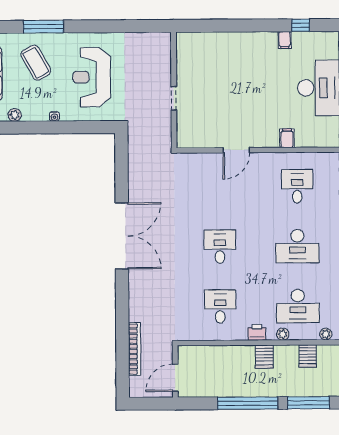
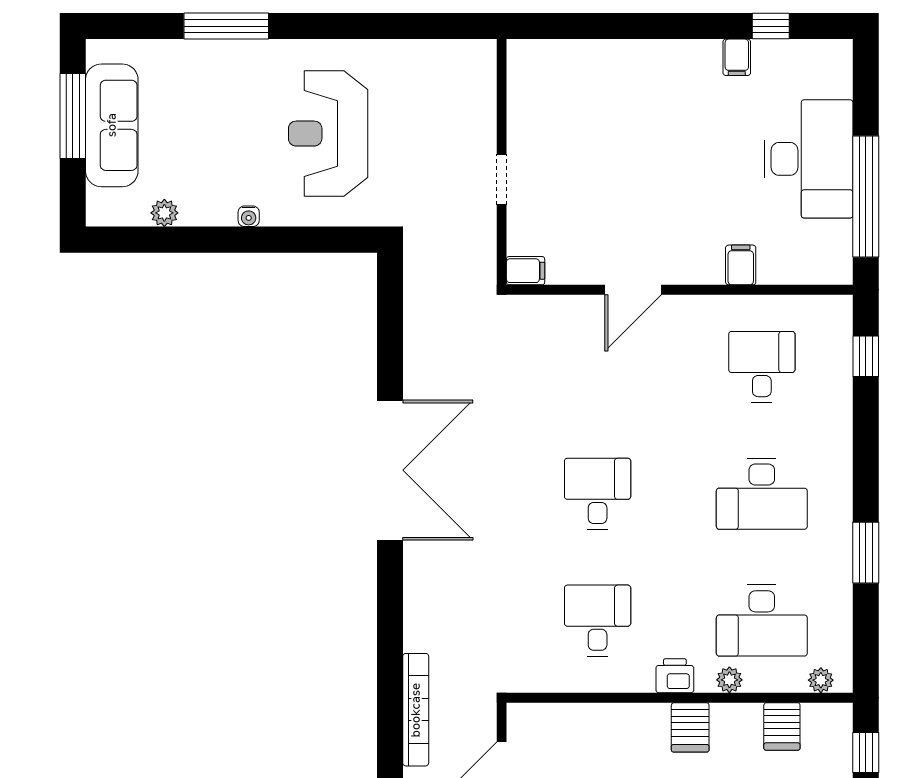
coffee table: (36, 63) -> (210, 102), removed
filing cabinet: (185, 141) -> (526, 271), added

